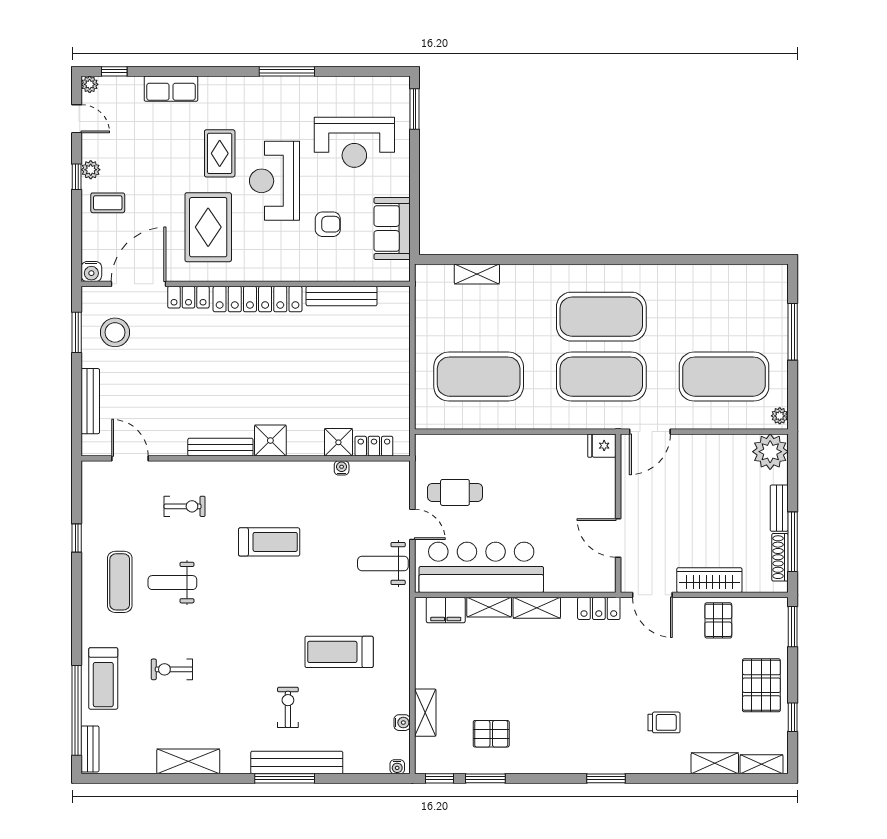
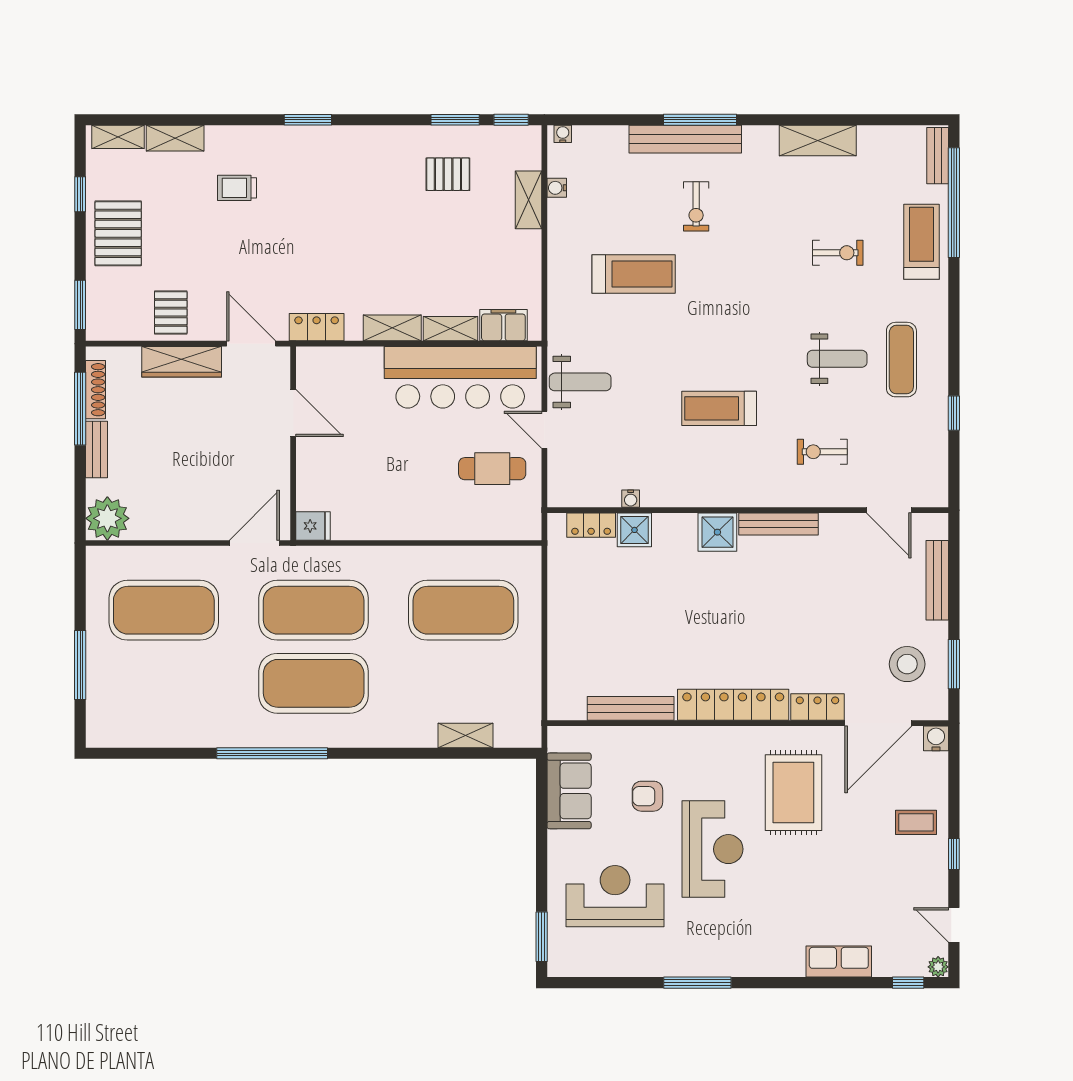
rug: (220, 153) -> (779, 883), removed
plant: (91, 170) -> (937, 863), removed
window: (635, 259) -> (272, 753), added
plant: (780, 416) -> (96, 562), removed

